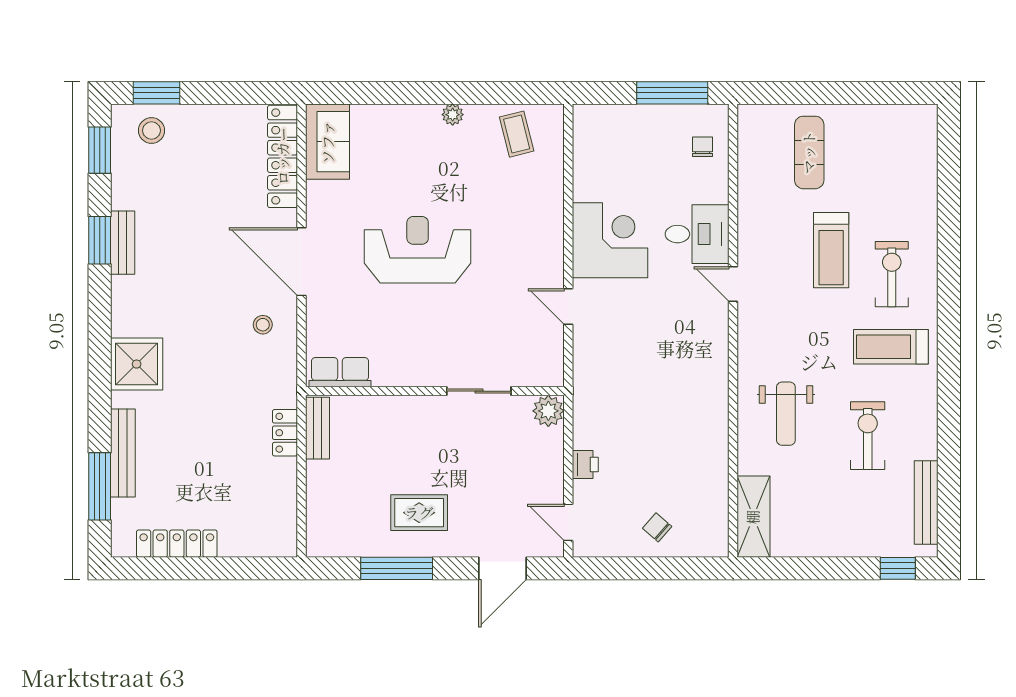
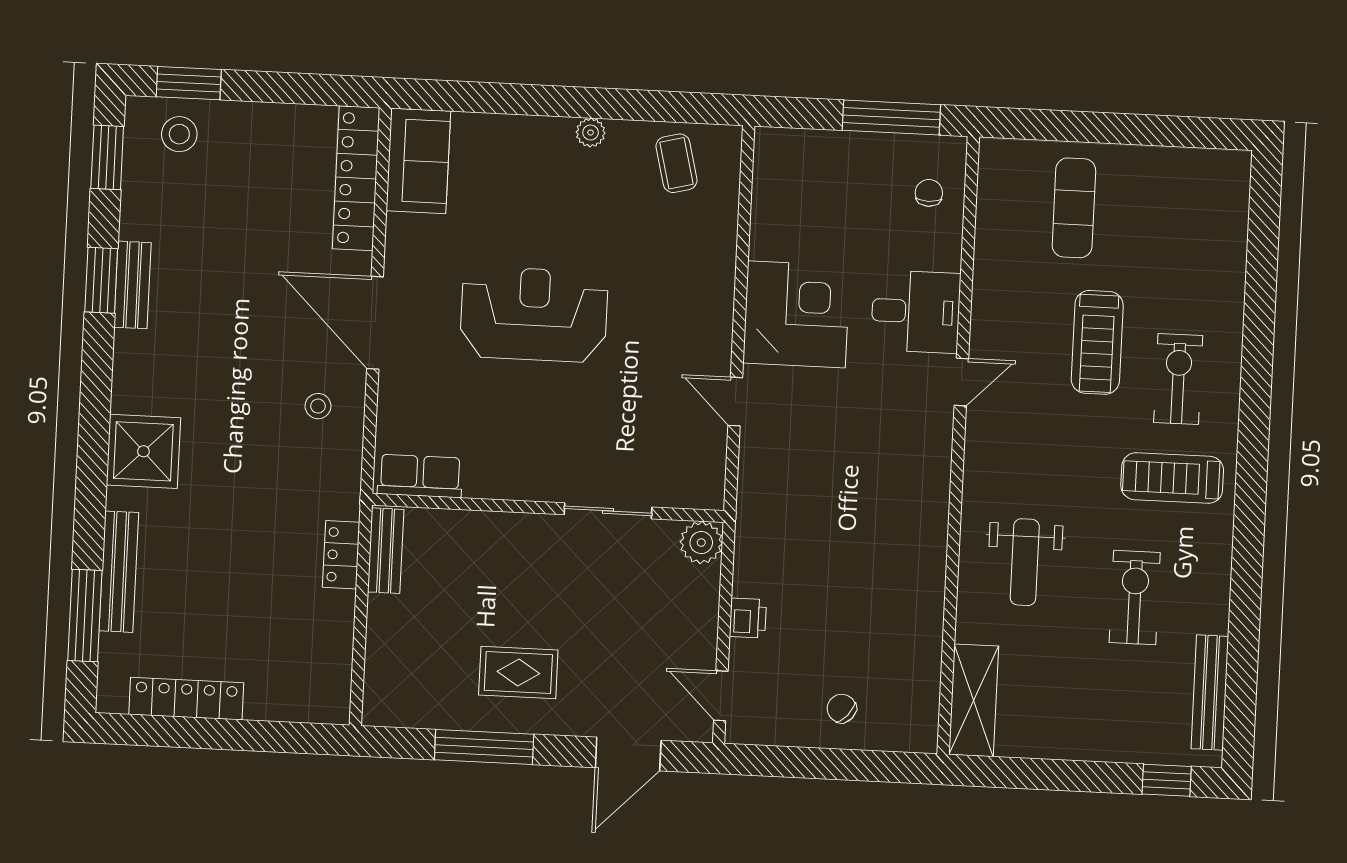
door: (733, 284) -> (961, 382), swing flipped

